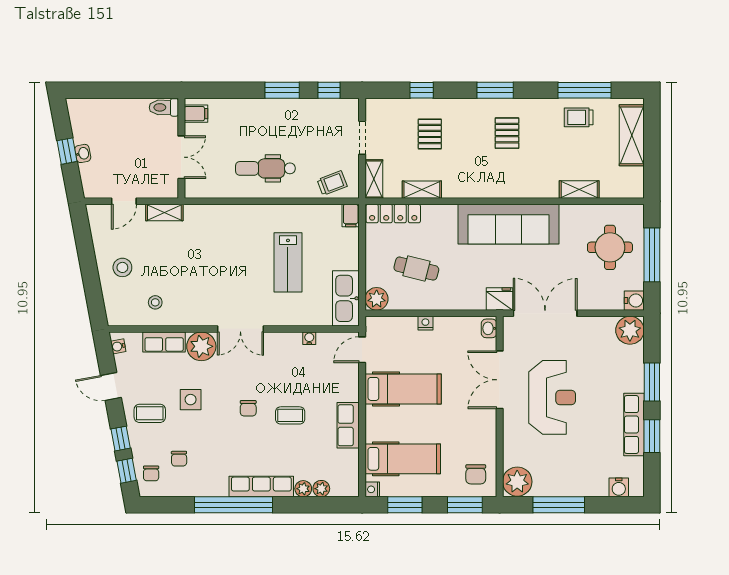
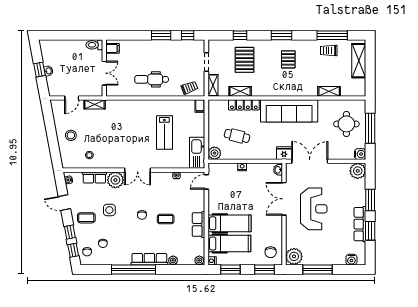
pallet: (430, 134) -> (245, 60), width x1.50, depth x1.42
locker: (393, 214) -> (244, 105), moved
hospital bed: (403, 389) -> (229, 223), moved
plant: (321, 489) -> (199, 260), moved

